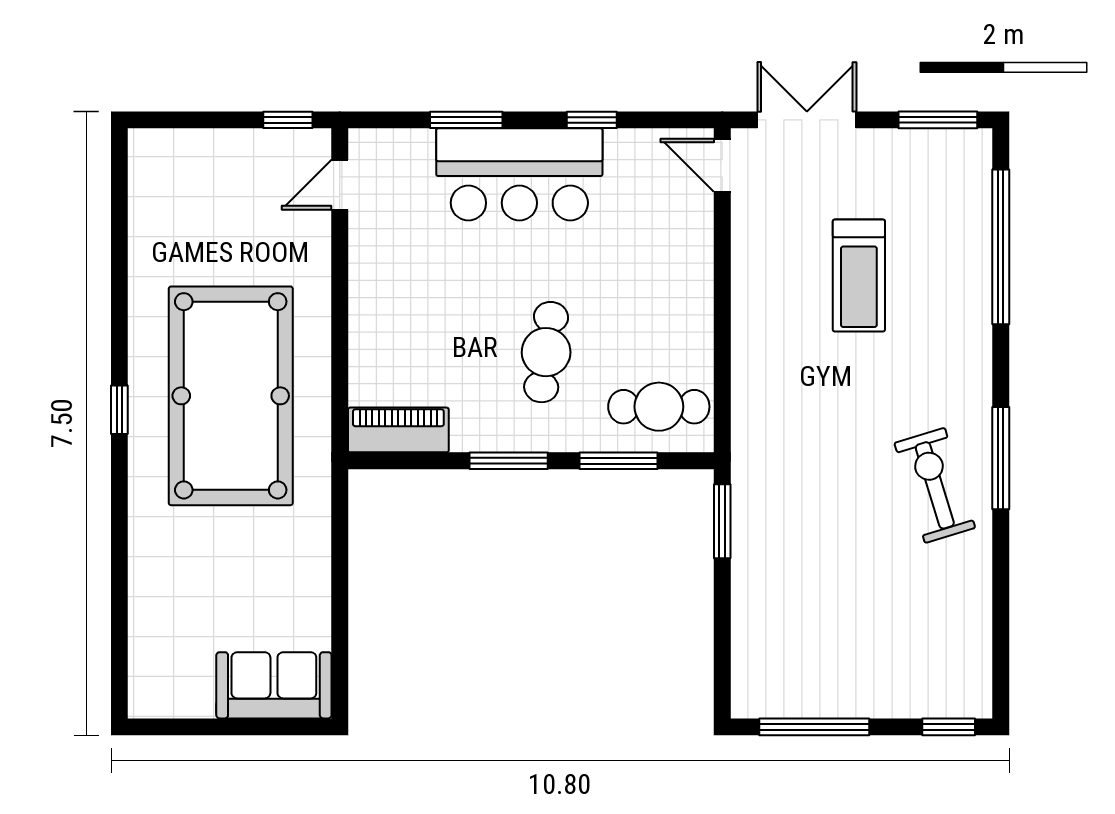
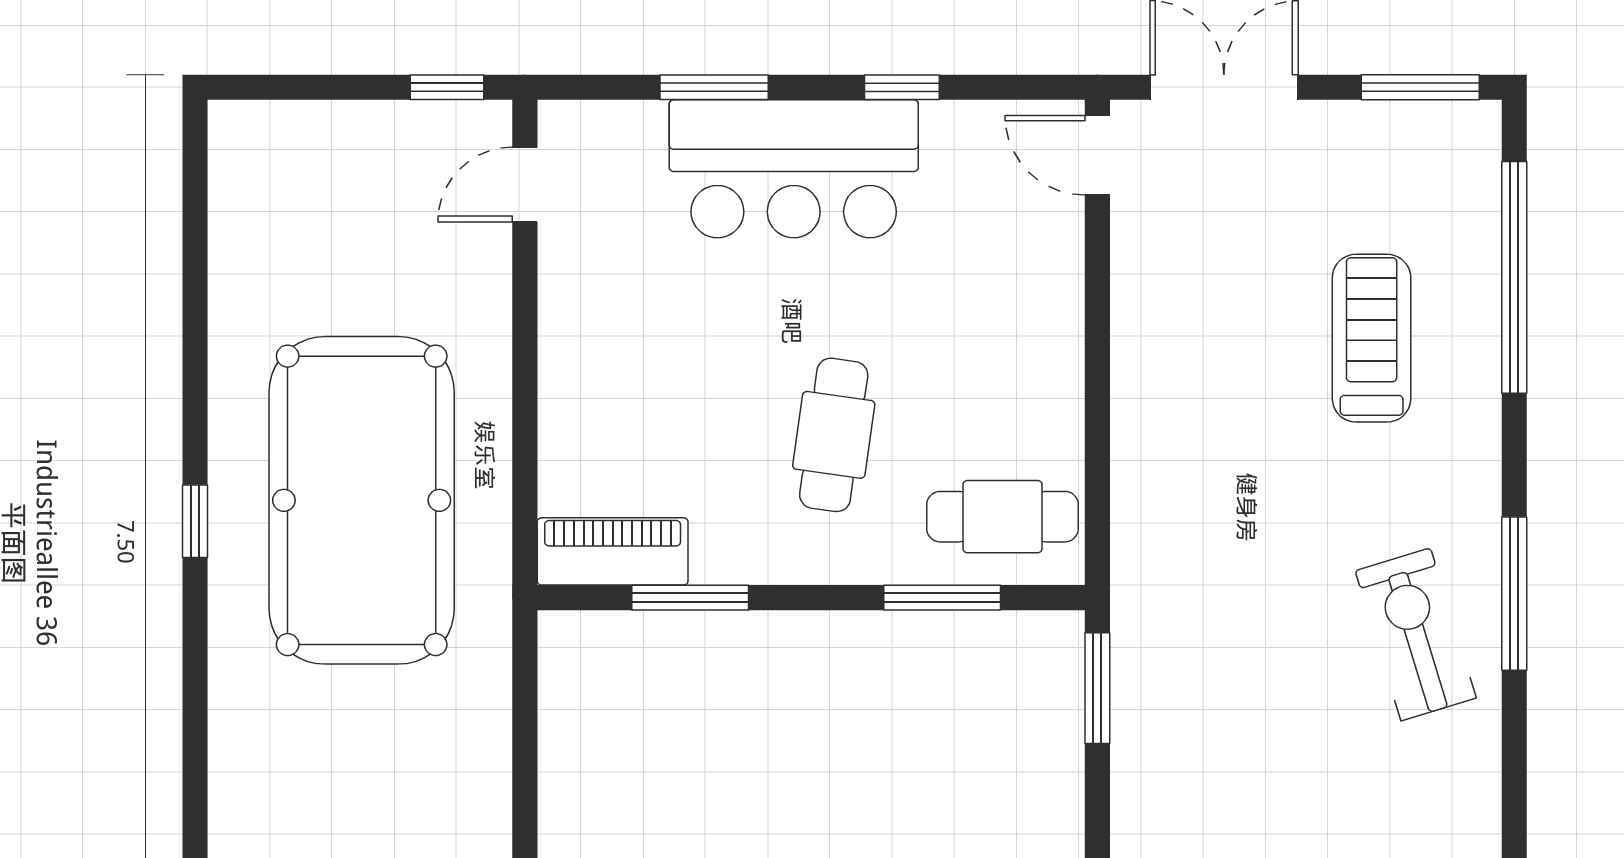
treadmill: (859, 276) -> (1372, 338), moved, turned 180
window: (509, 461) -> (690, 598), moved

